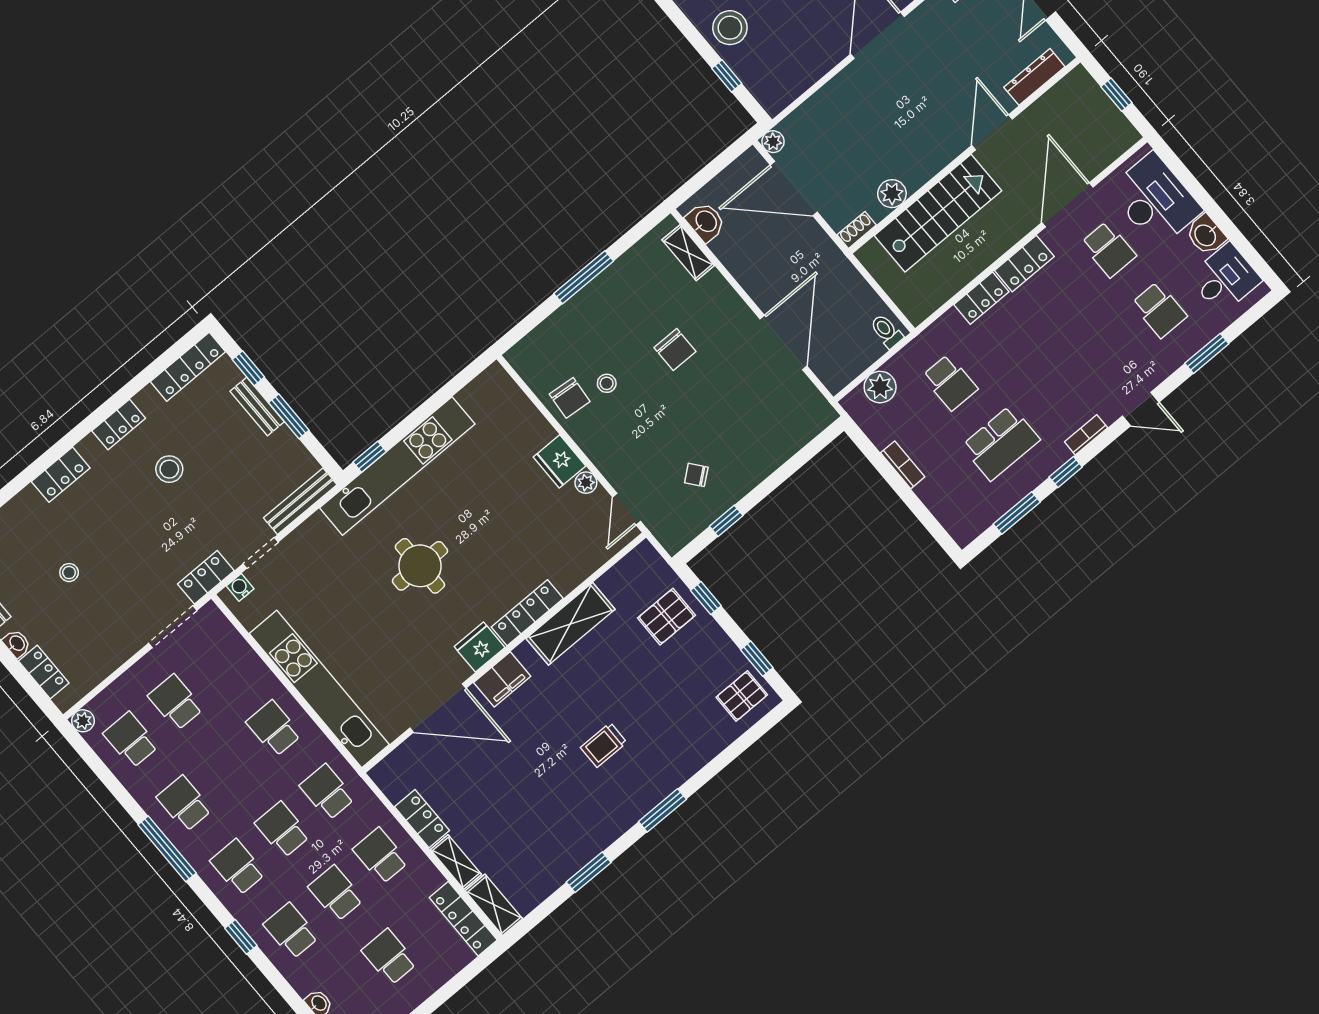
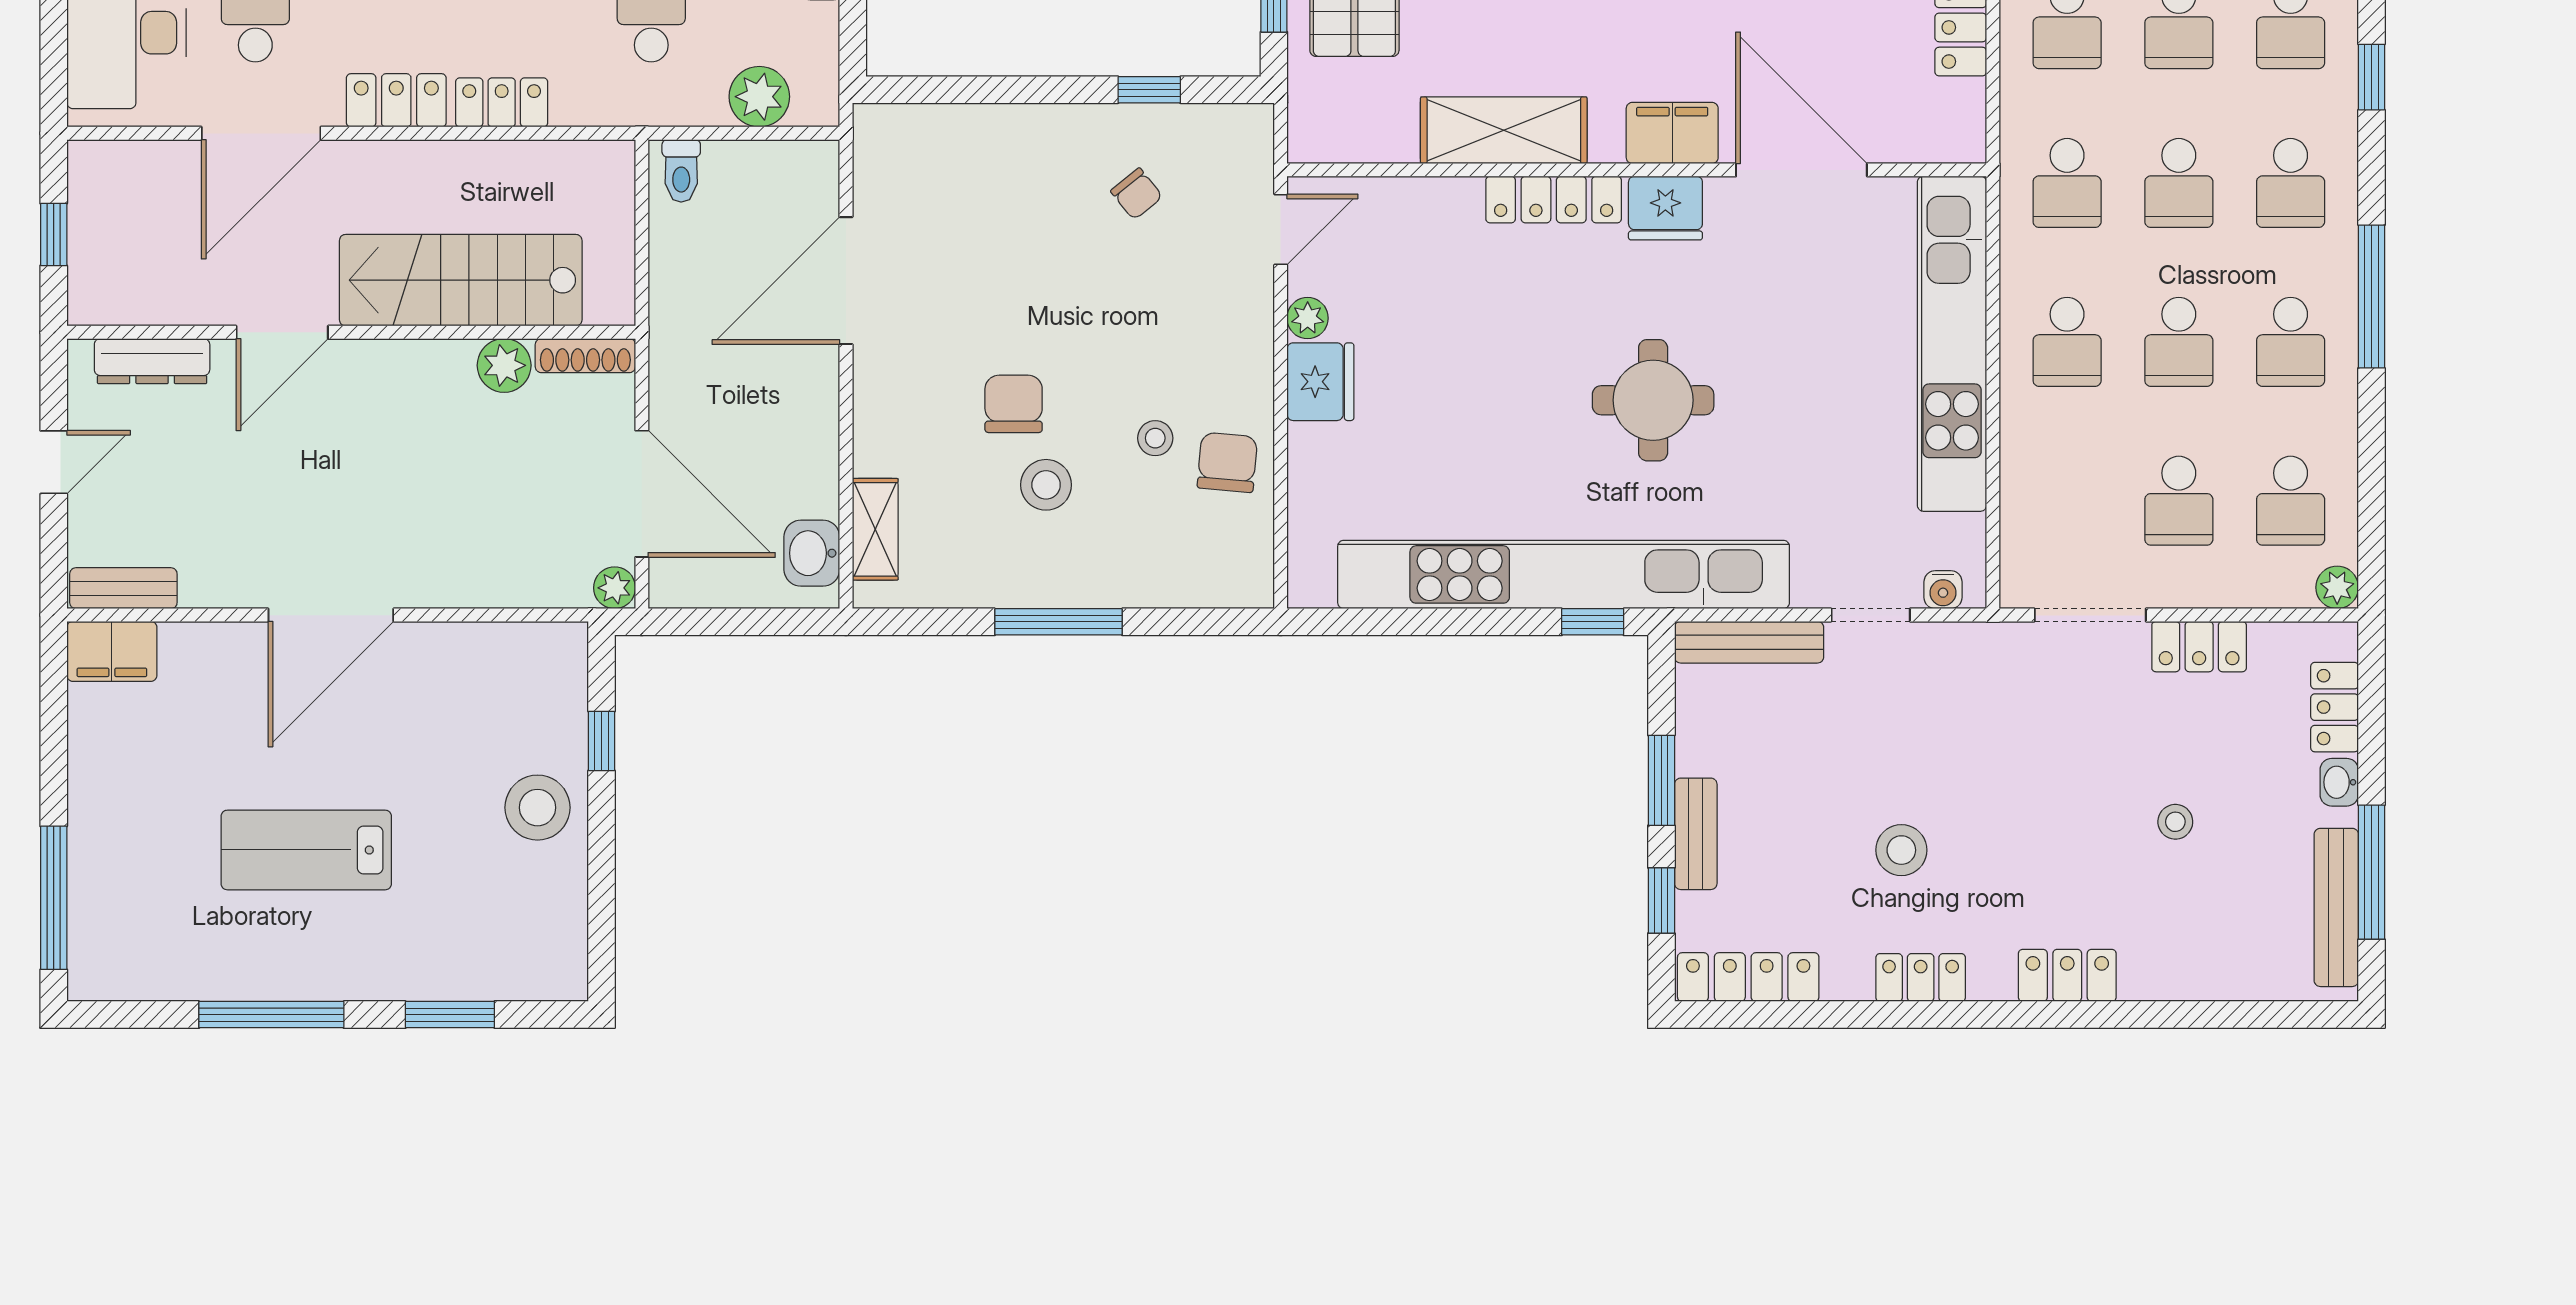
shoe rack: (857, 230) -> (585, 356), width x1.43
stool: (635, 328) -> (1046, 485), added
kitchen unit: (397, 466) -> (1564, 574), width x1.36
locker: (206, 577) -> (2199, 647), moved
school desk: (229, 766) -> (2179, 342), added

